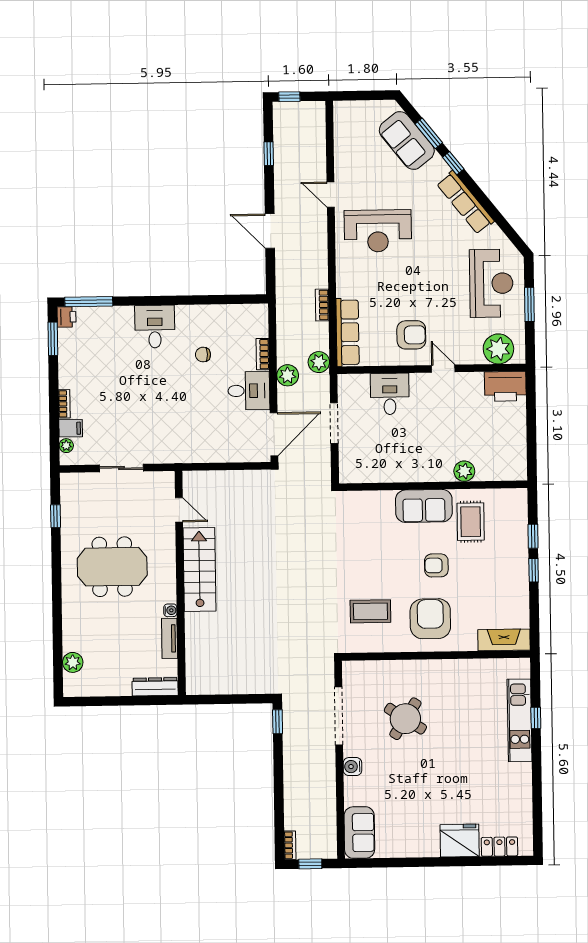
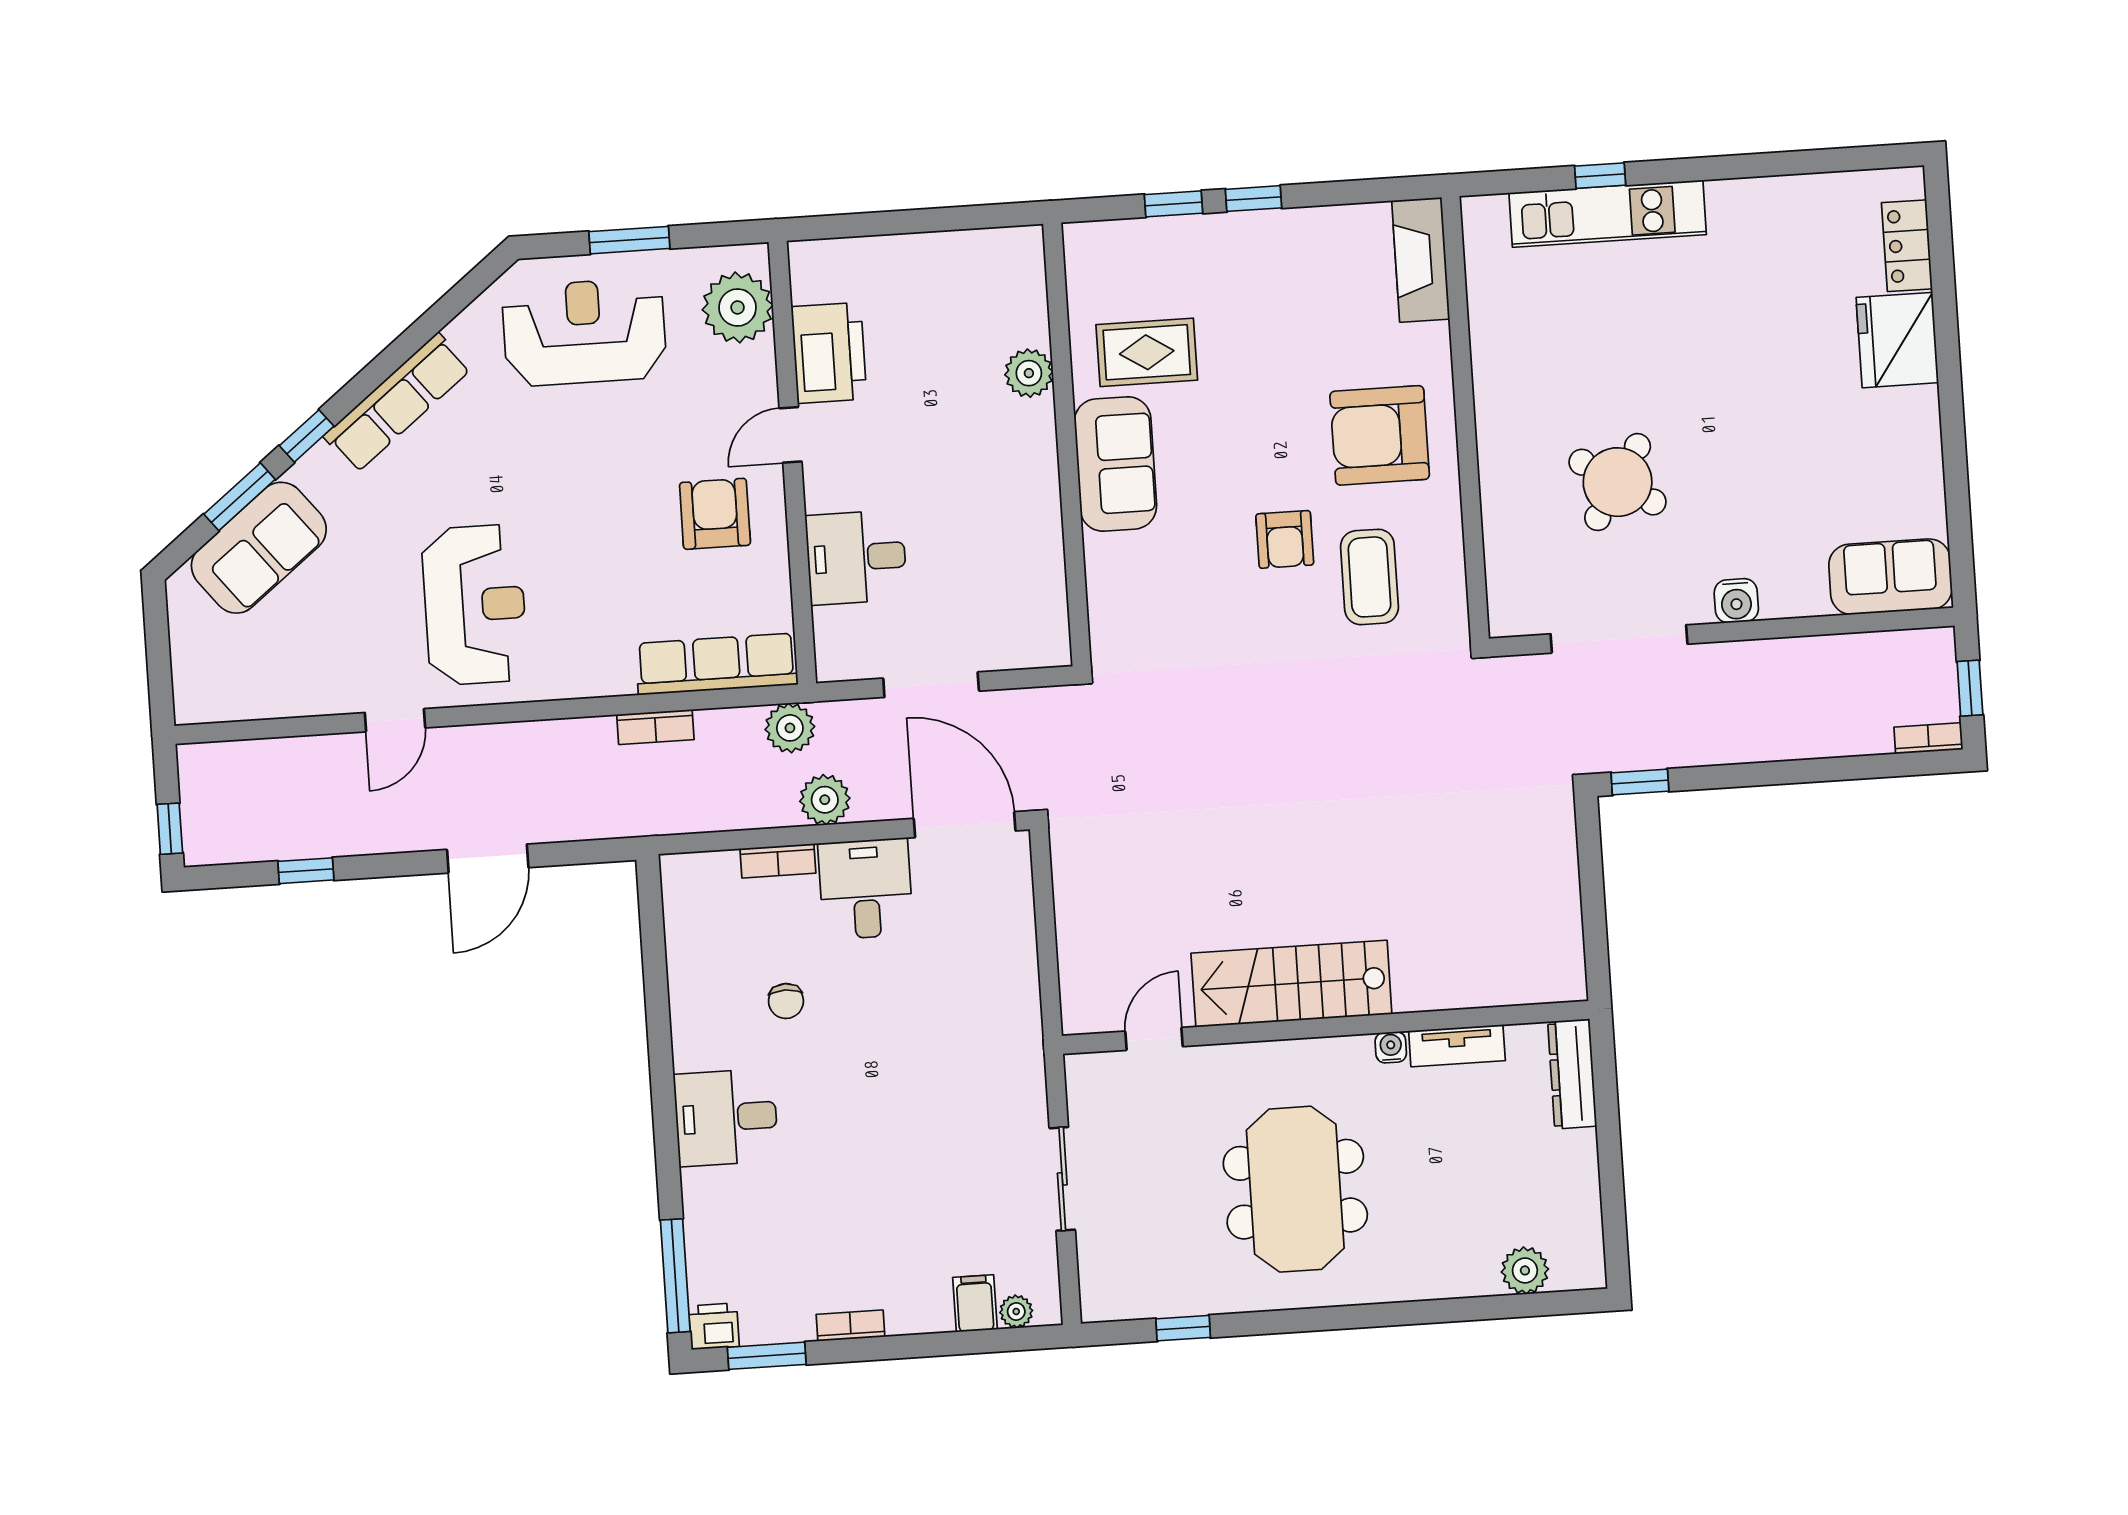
printer: (505, 386) -> (829, 353), moved
bookcase: (64, 404) -> (850, 1326), moved
armchair: (436, 565) -> (1285, 539), moved

